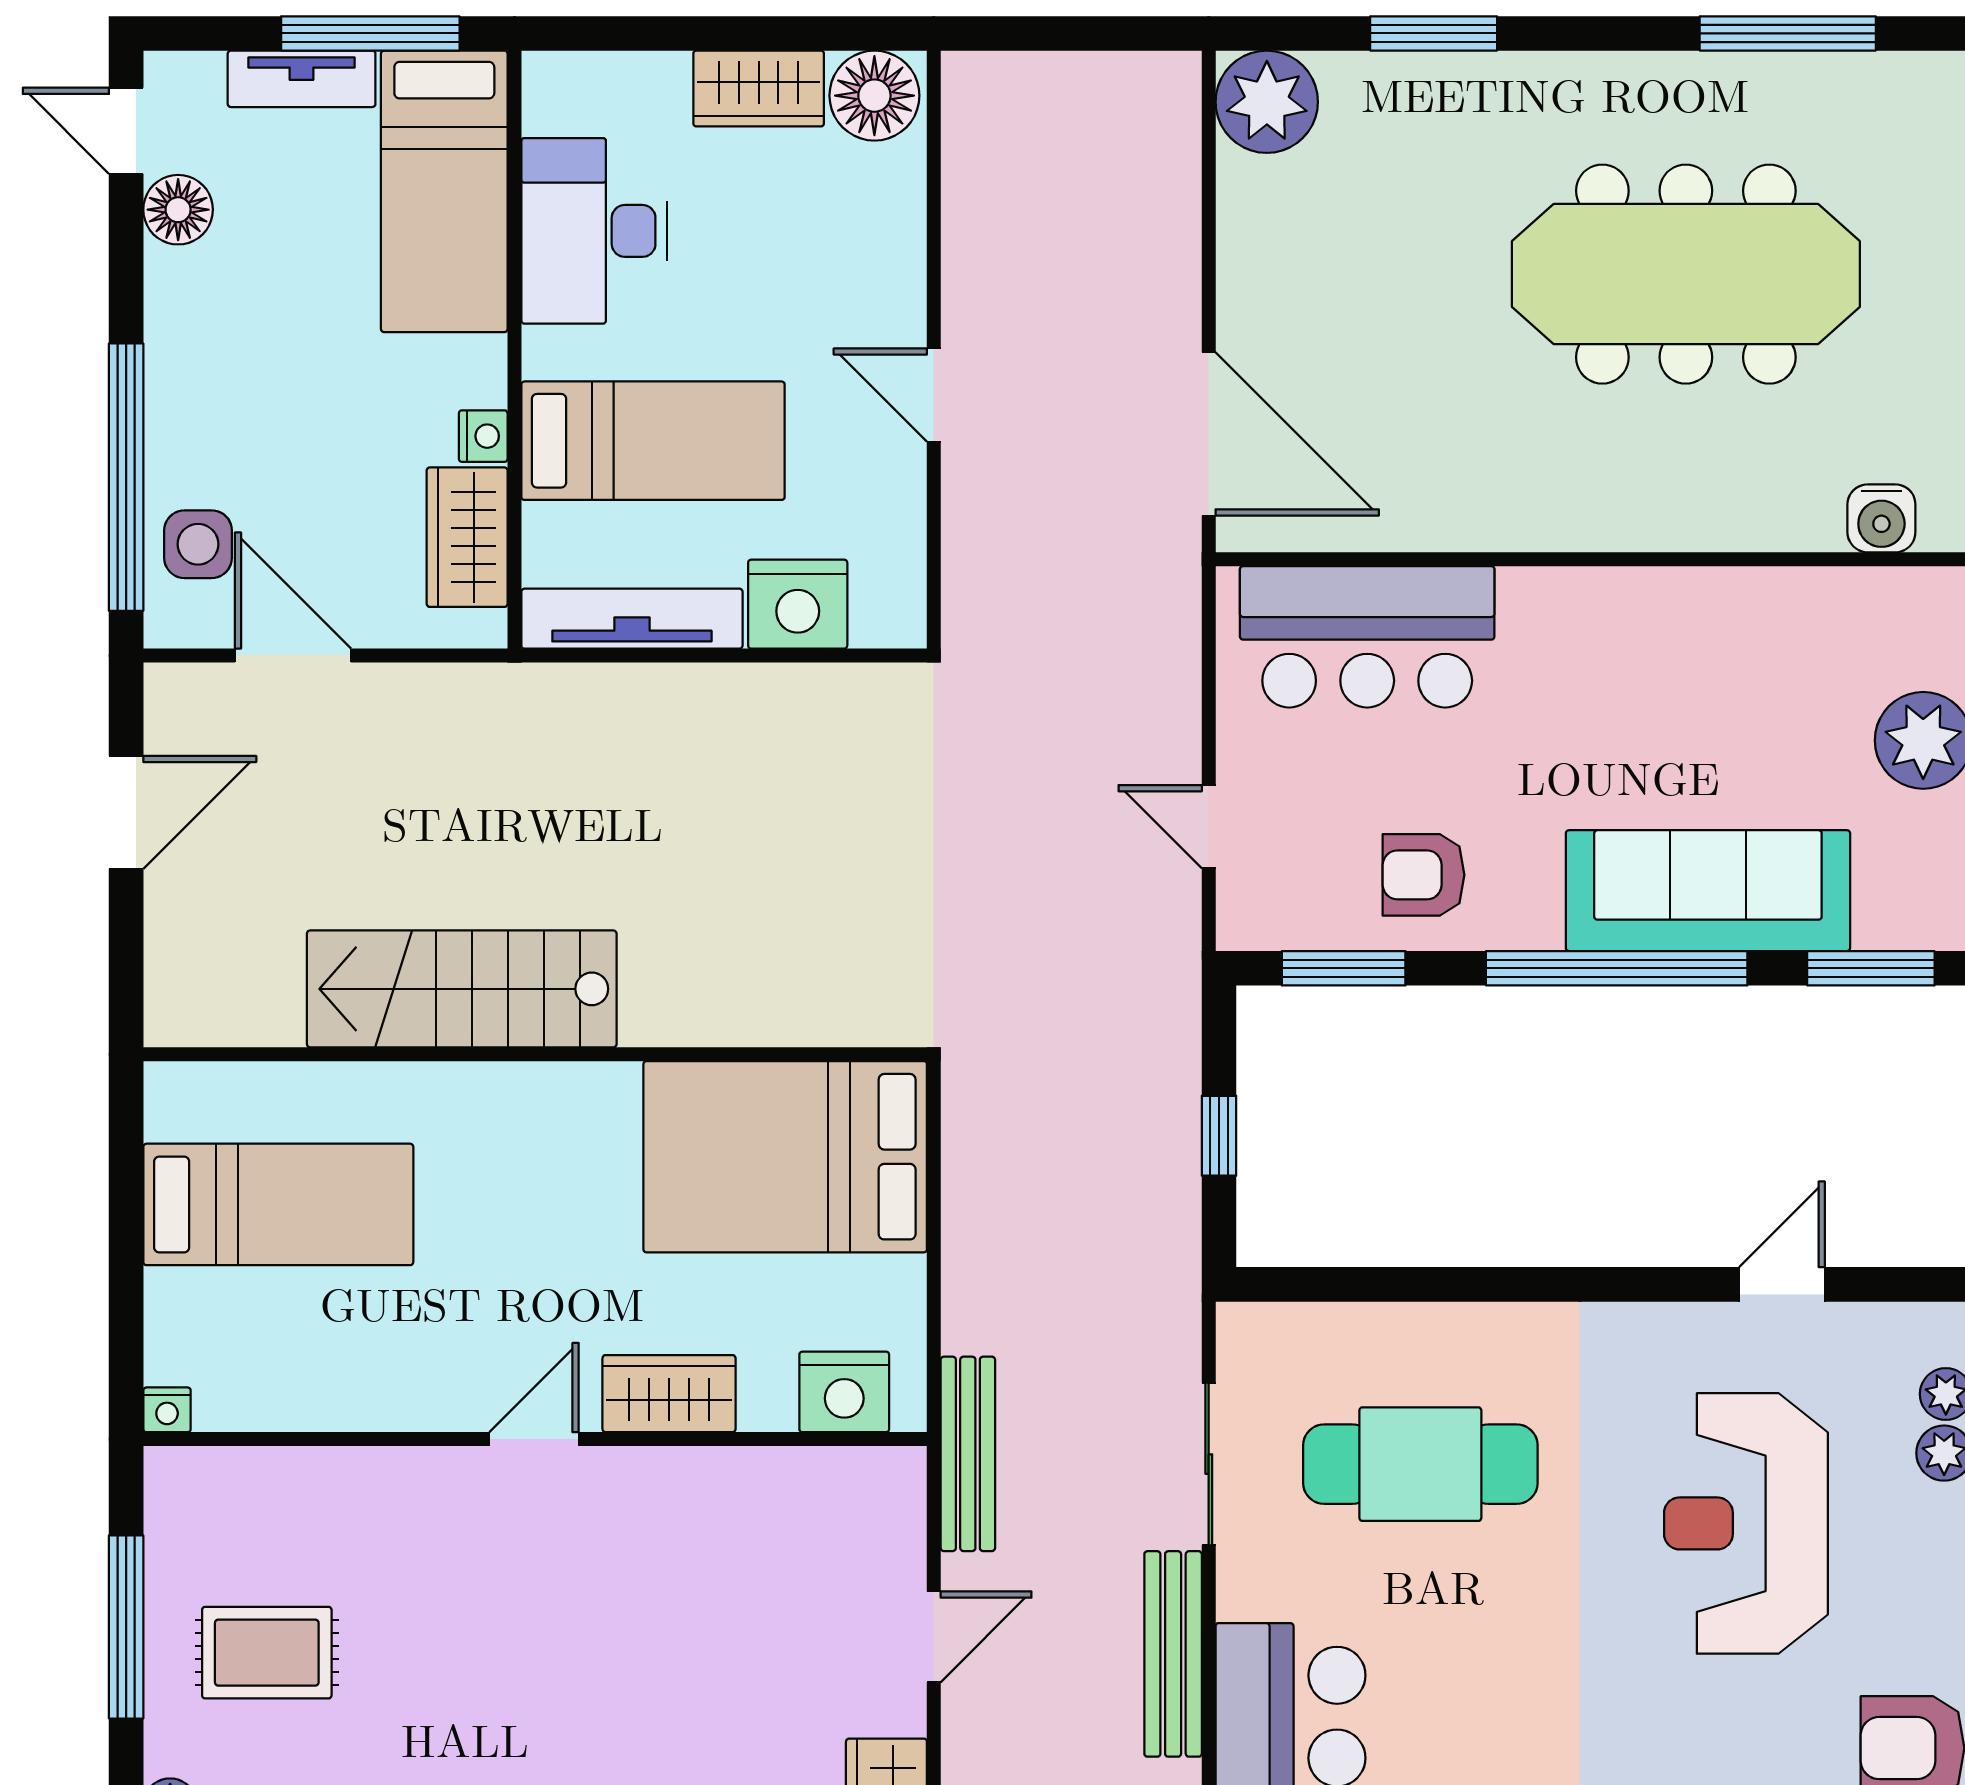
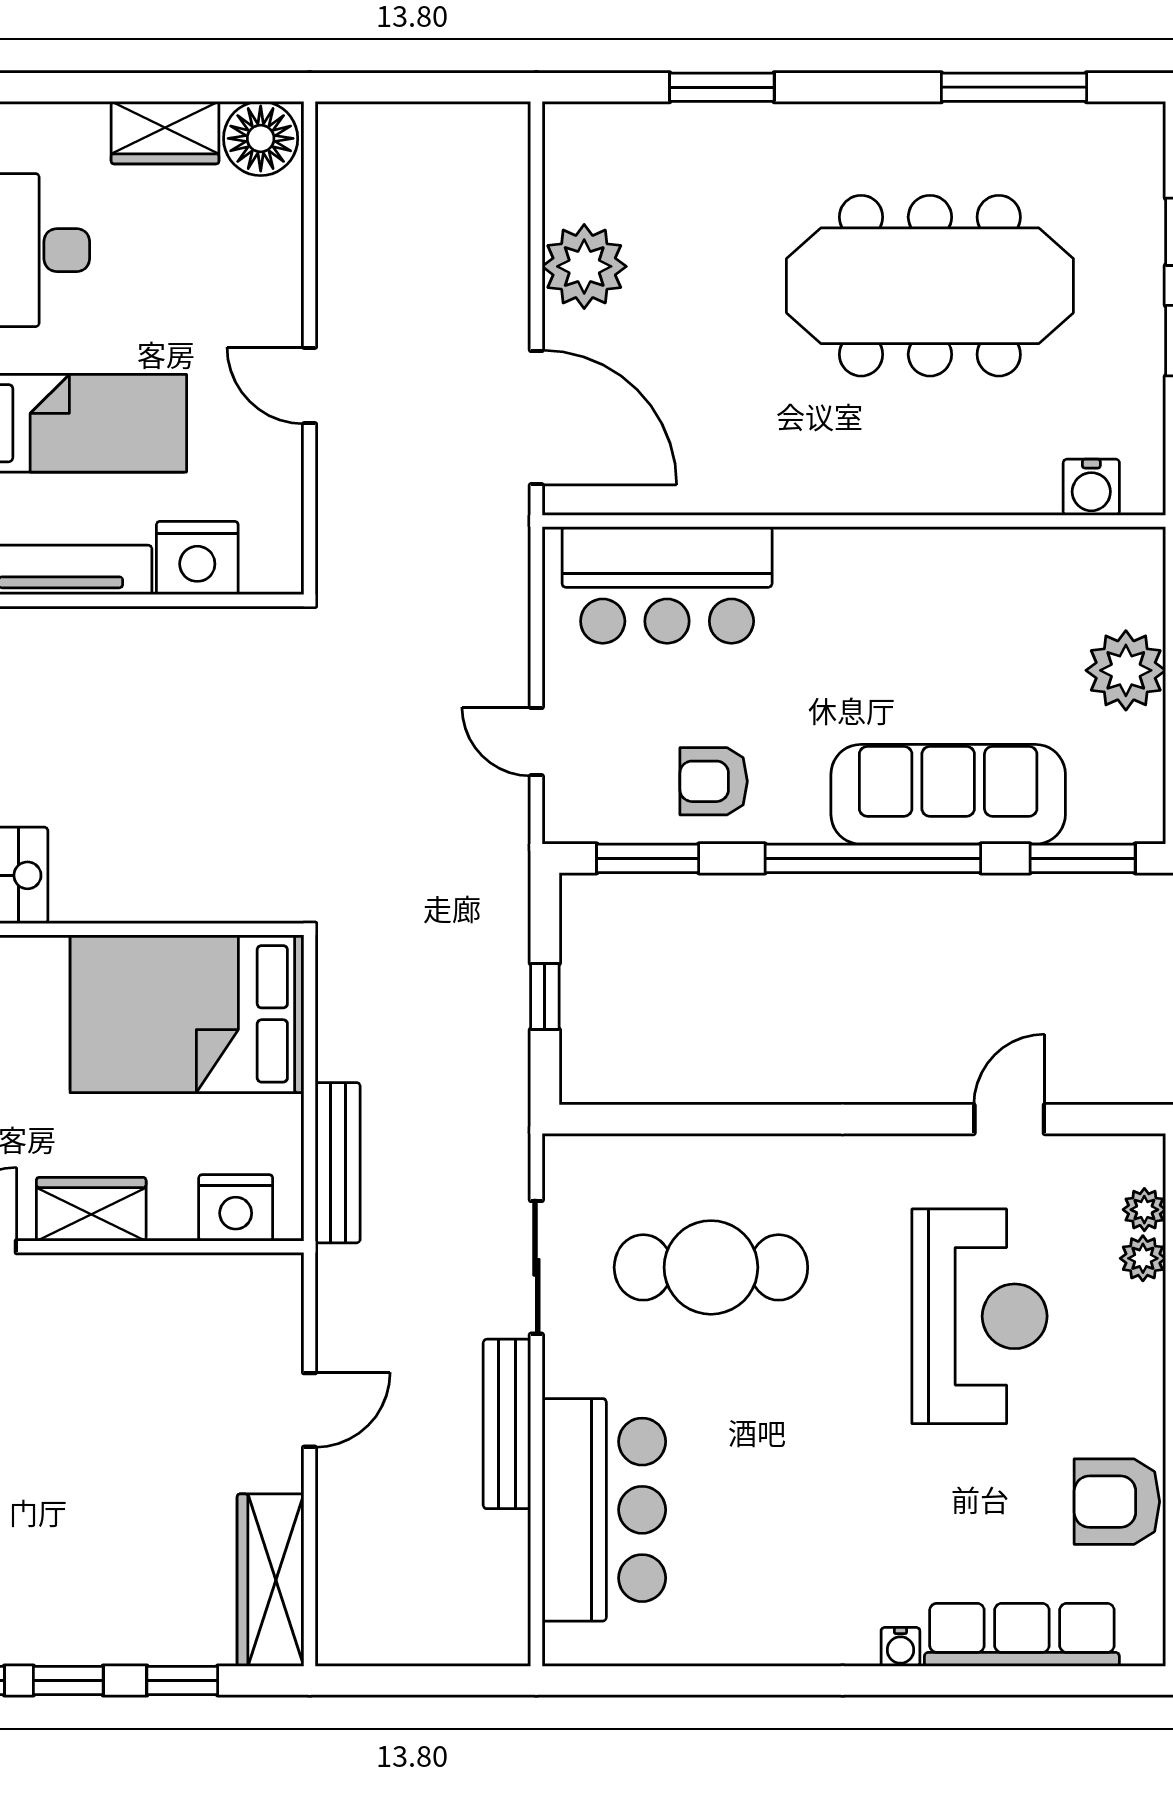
plant: (1267, 102) -> (584, 266), moved
bench: (968, 1454) -> (338, 1163), moved
reception desk: (1746, 1523) -> (980, 1316), turned 180

